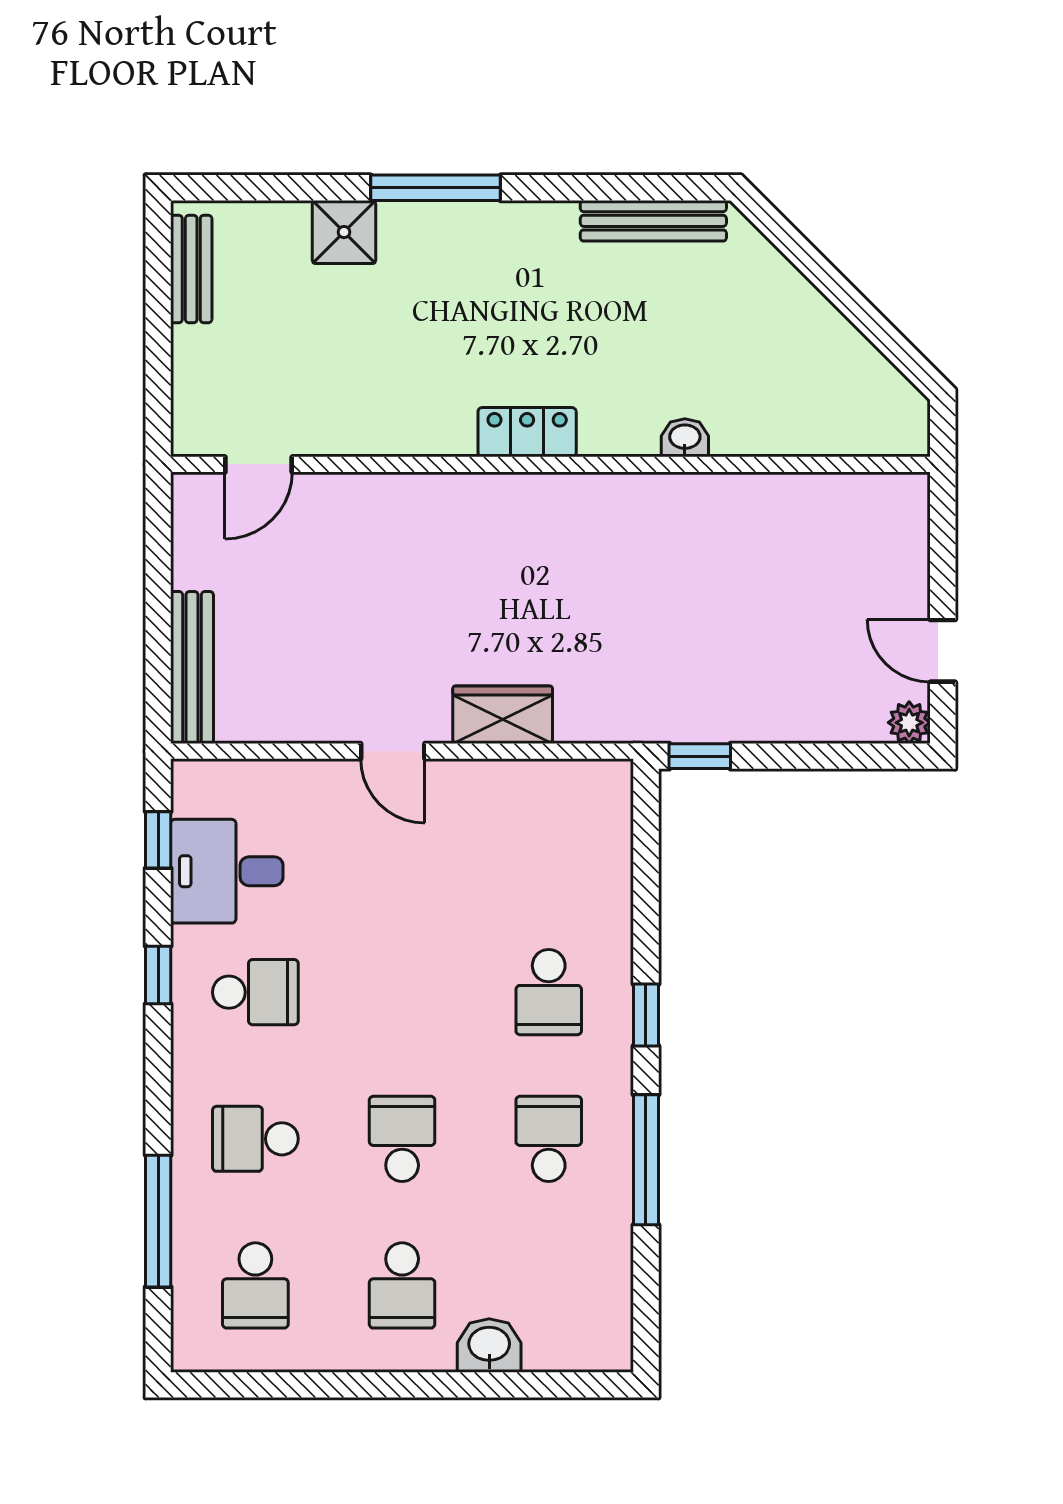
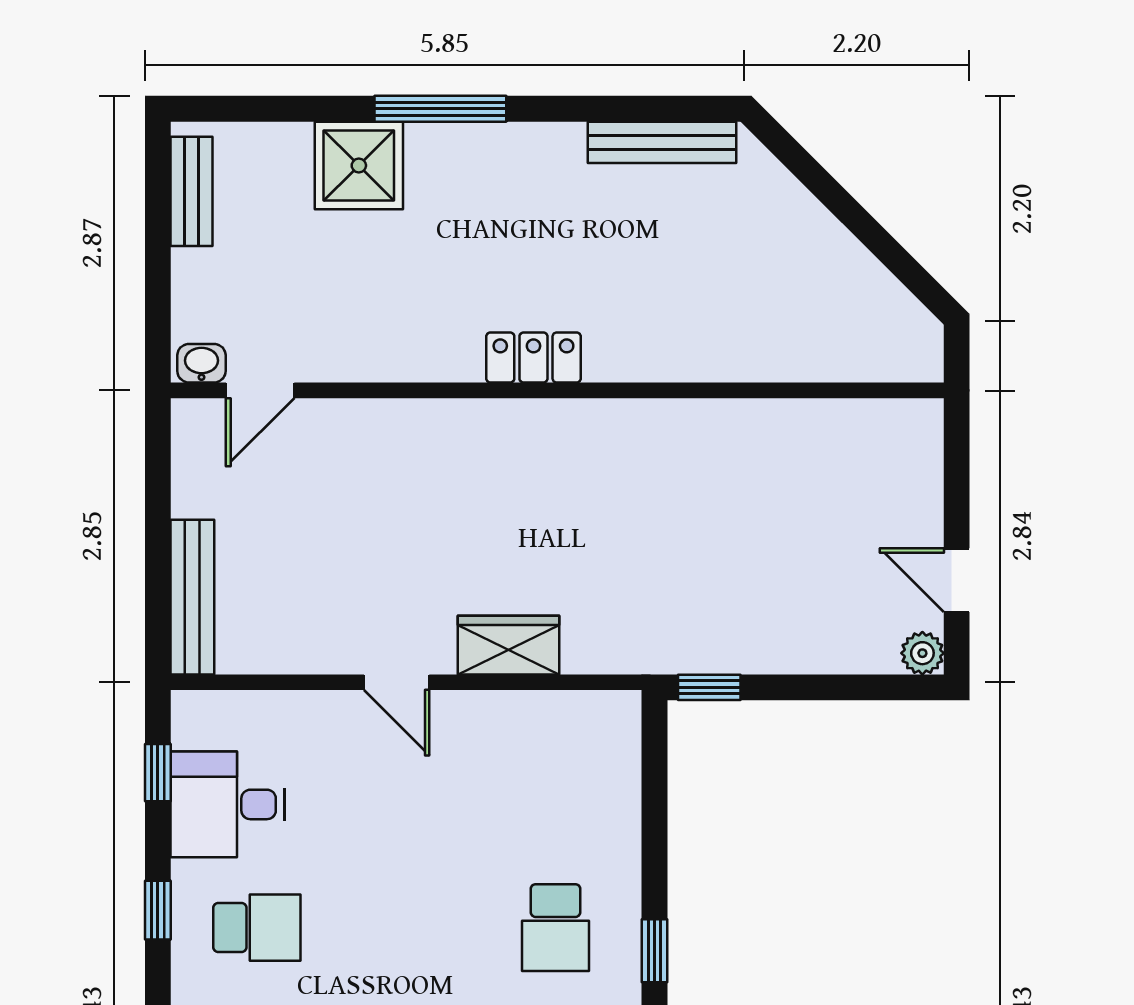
shower: (344, 232) -> (359, 165), width x1.36, depth x1.36
washbasin: (685, 438) -> (201, 363), moved

